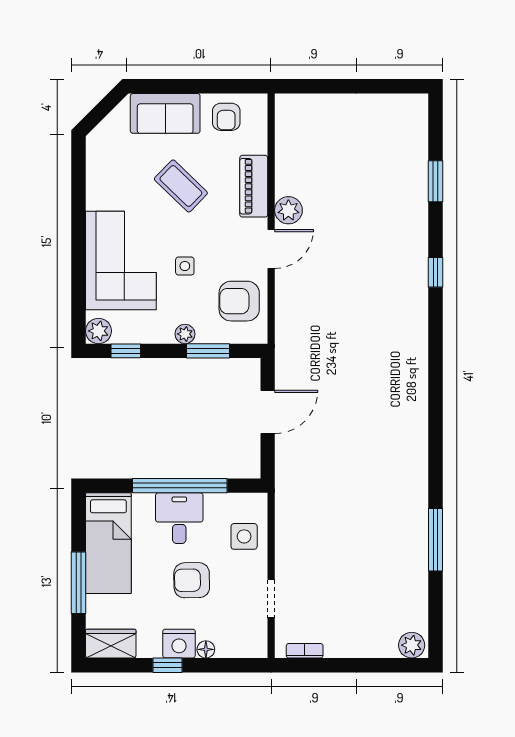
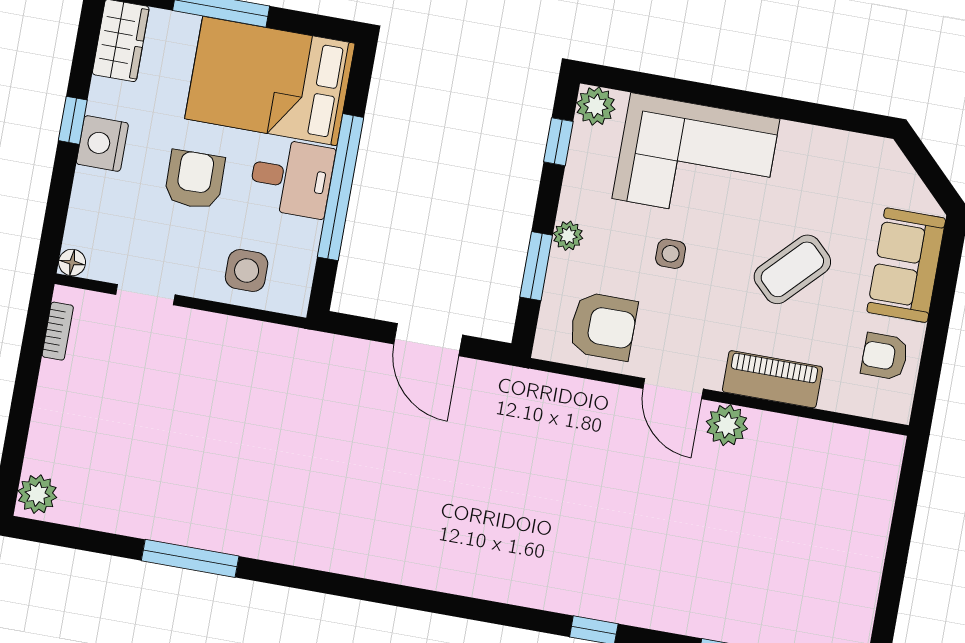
armchair: (239, 301) -> (603, 326), turned 90
bed: (108, 543) -> (270, 81), width x1.50
floor lamp: (206, 649) -> (72, 263), moved

